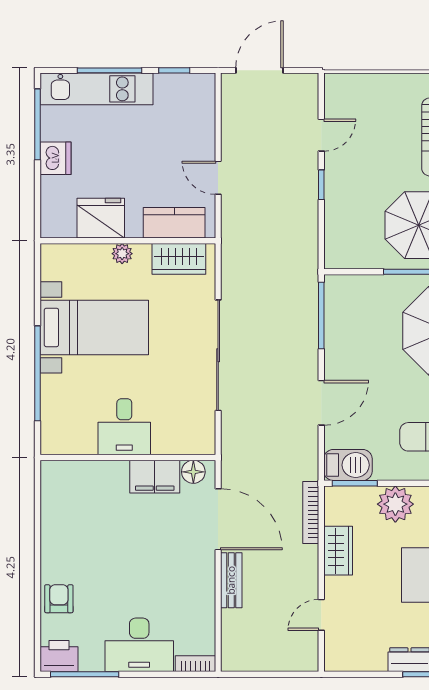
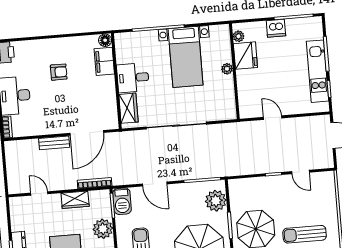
kitchen unit: (96, 89) -> (318, 71), moved
door: (218, 178) -> (273, 118), hinge flipped
kitchen counter: (174, 223) -> (246, 96), removed
plant: (65, 228) -> (239, 36), added
wardrobe: (179, 259) -> (128, 108), moved, turned 180
plant: (361, 294) -> (216, 201), added
floor lamp: (193, 472) -> (105, 40), moved
filing cabinet: (155, 477) -> (104, 61), moved
armchair: (59, 599) -> (59, 72), moved

